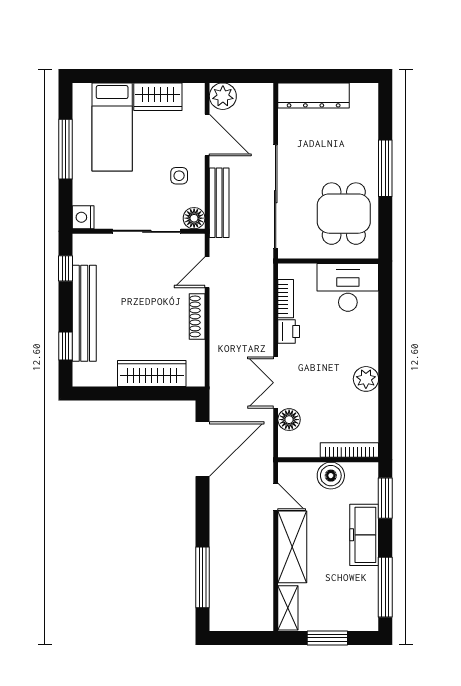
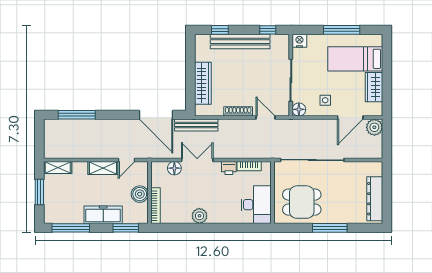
dresser: (314, 95) -> (375, 199), moved
bench: (219, 203) -> (196, 125), moved
shelving: (292, 547) -> (103, 168), width x0.67, depth x0.75

